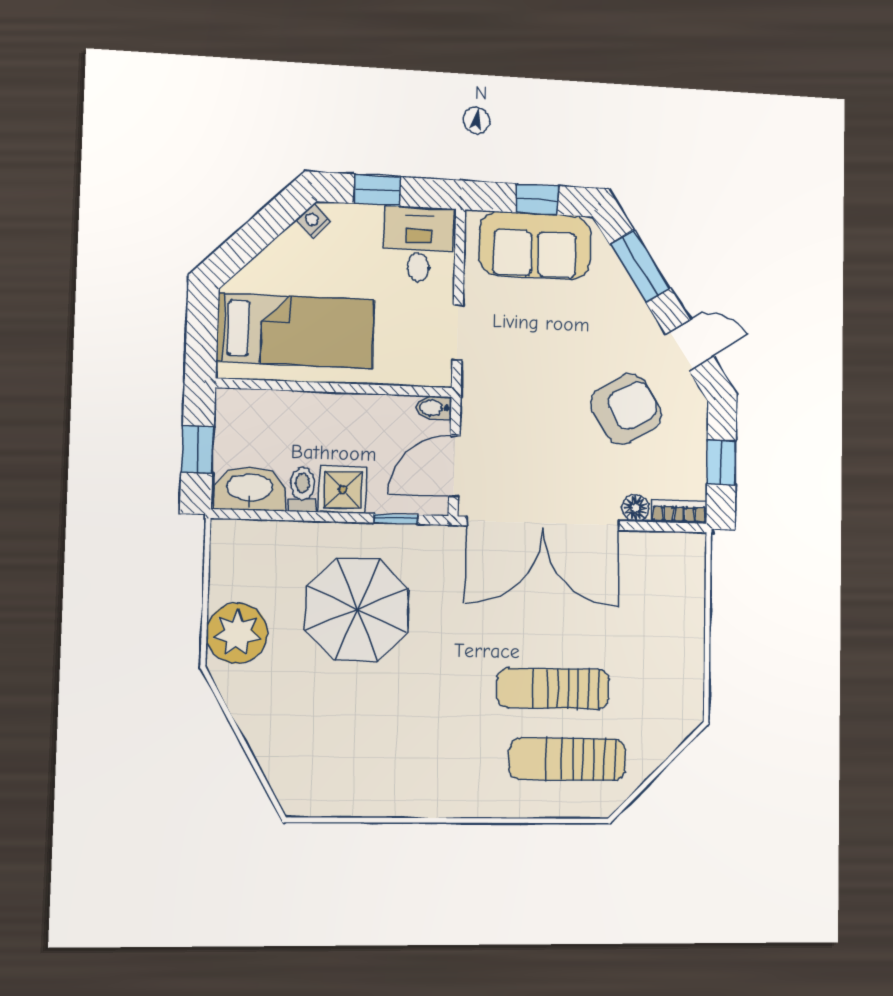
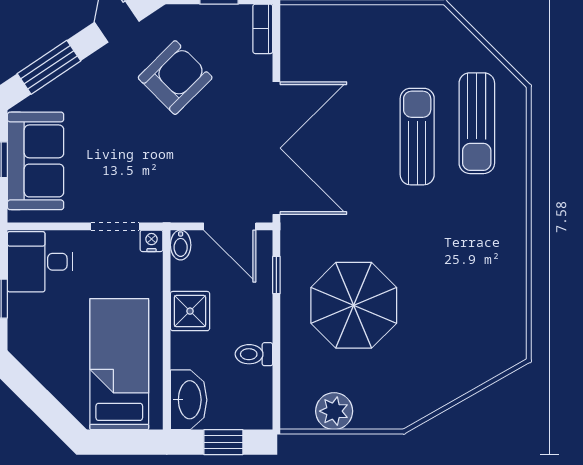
nightstand: (313, 221) -> (152, 241), moved, turned 135
armchair: (626, 409) -> (175, 78), turned 76
washbasin: (250, 488) -> (189, 400), moved, turned 180
shower: (342, 490) -> (190, 311), moved
floor lamp: (635, 508) -> (261, 68), removed
plant: (237, 633) -> (334, 411), moved, width x0.73, depth x0.73
sun lounger: (553, 688) -> (417, 137), turned 180

